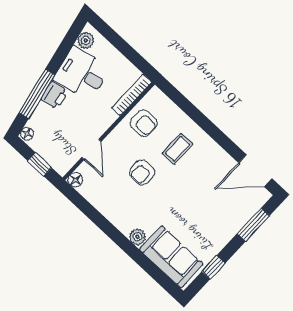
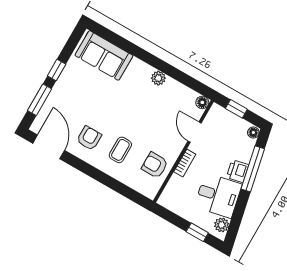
window: (114, 39) -> (197, 232), added
bookcase: (132, 95) -> (185, 163), moved, width x0.64
door: (255, 171) -> (49, 147), hinge flipped
armchair: (142, 172) -> (89, 138), moved
plant: (137, 237) -> (158, 78), moved
window: (213, 267) -> (57, 70), moved

